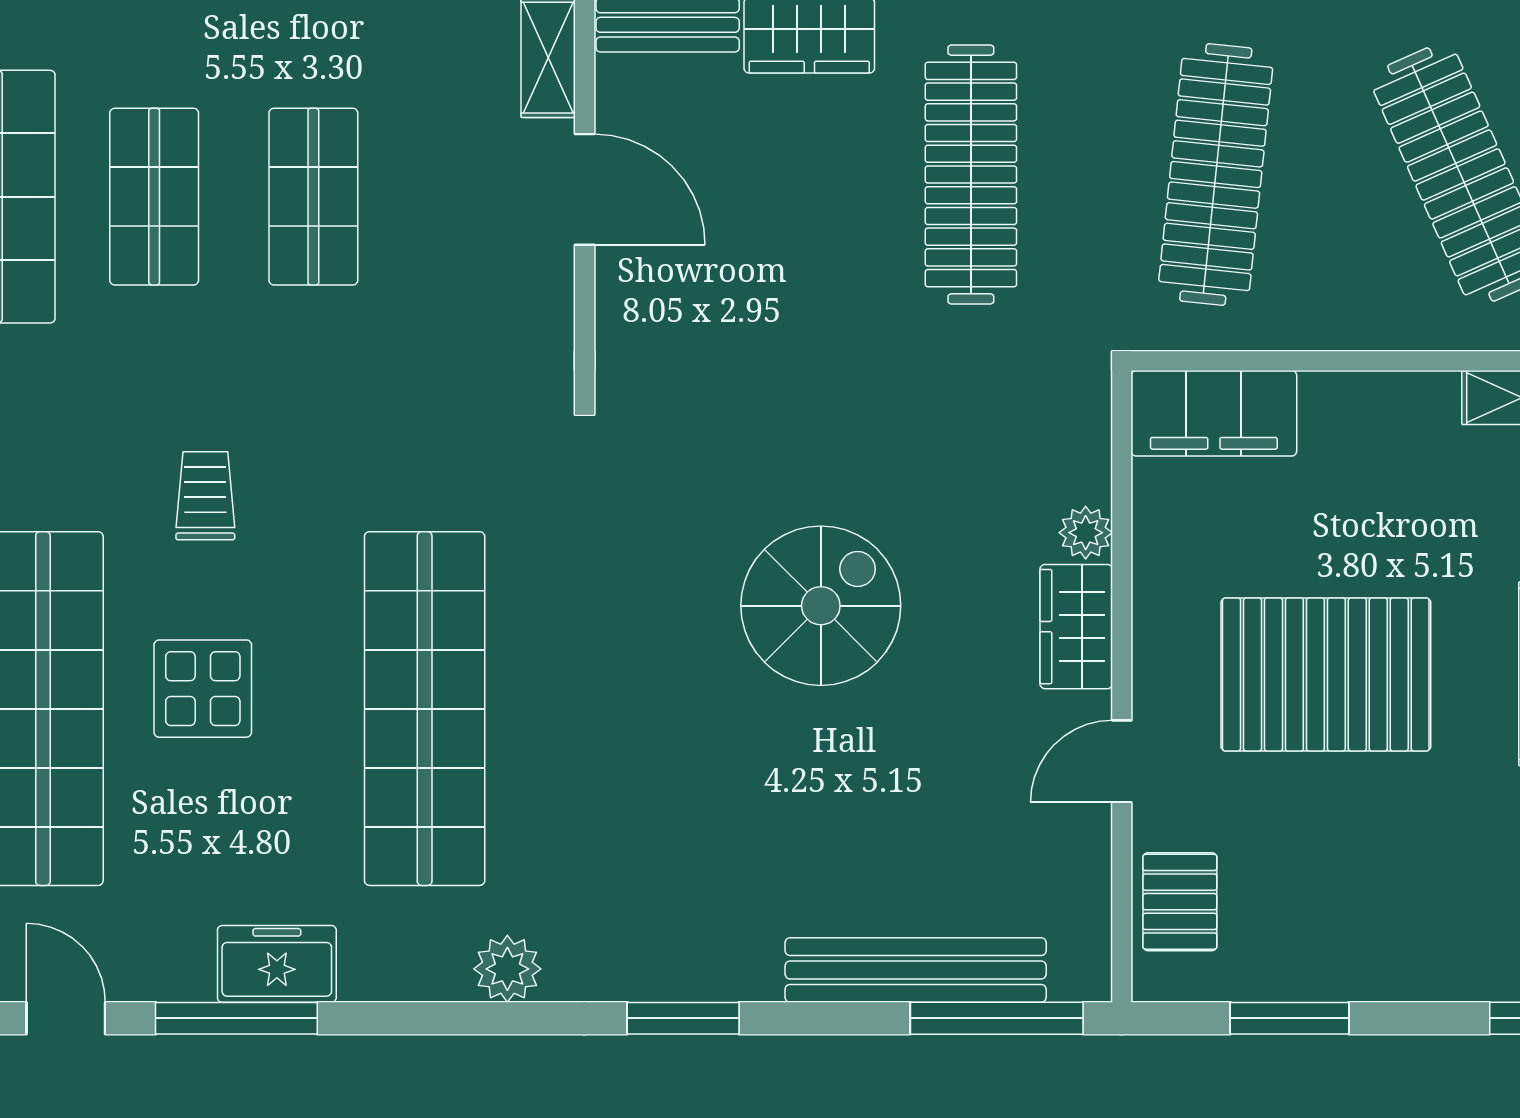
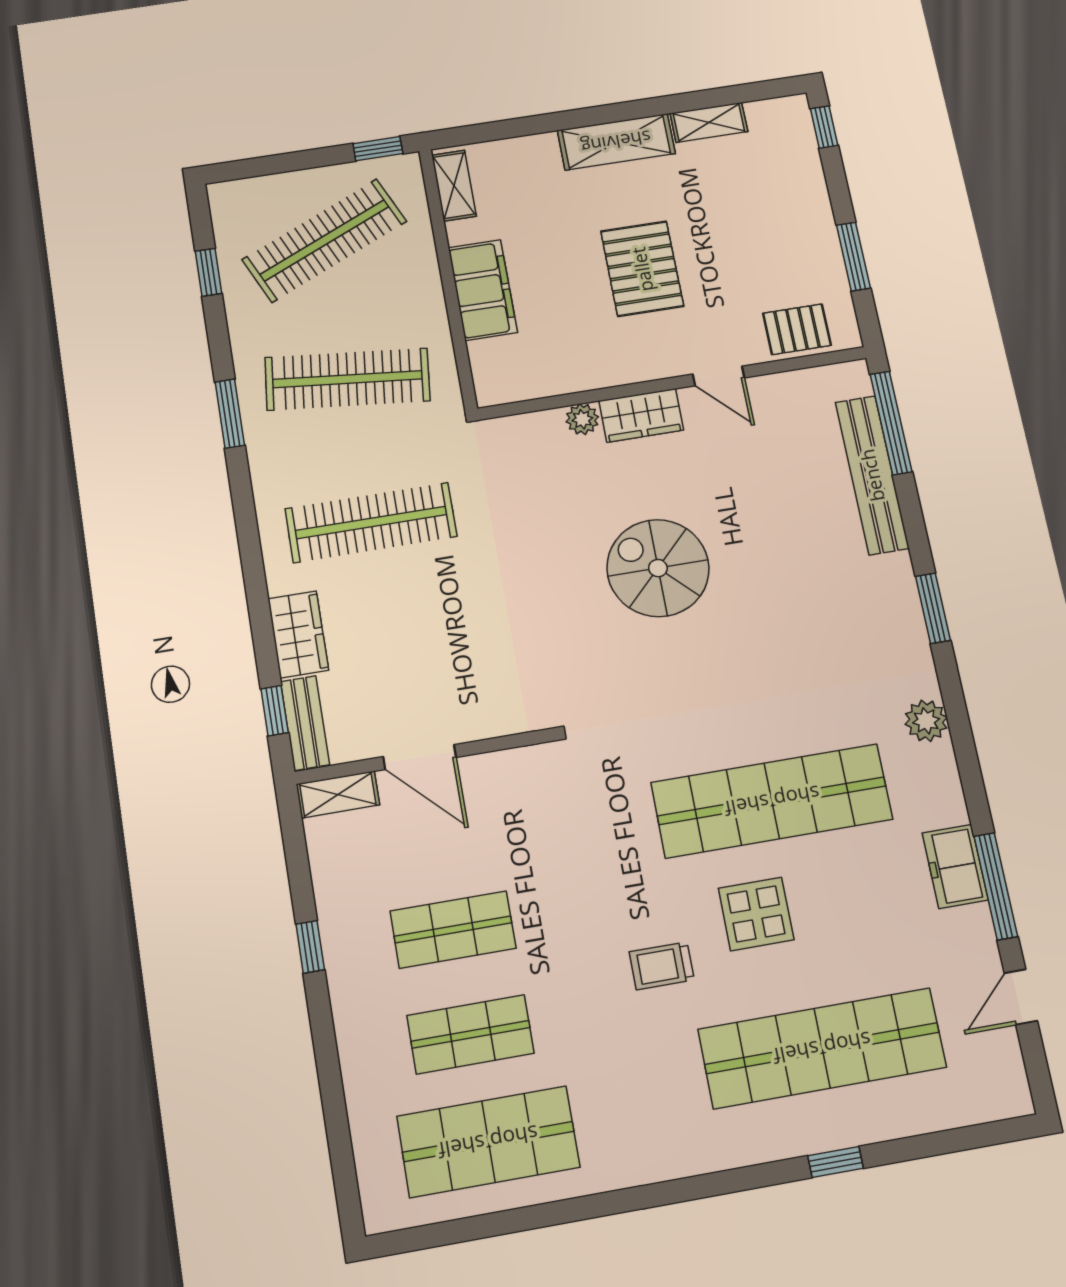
door: (585, 189) -> (420, 757), swing flipped
filing cabinet: (1214, 413) -> (483, 290), moved
pallet: (1326, 674) -> (642, 269), width x0.73, depth x0.71
display table: (203, 689) -> (756, 914), moved

